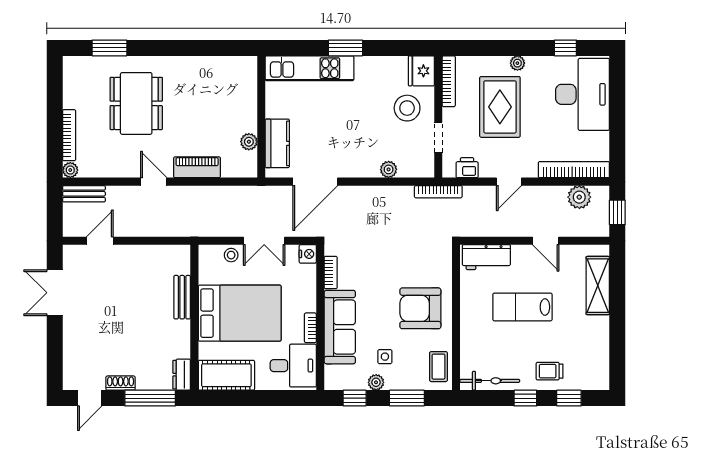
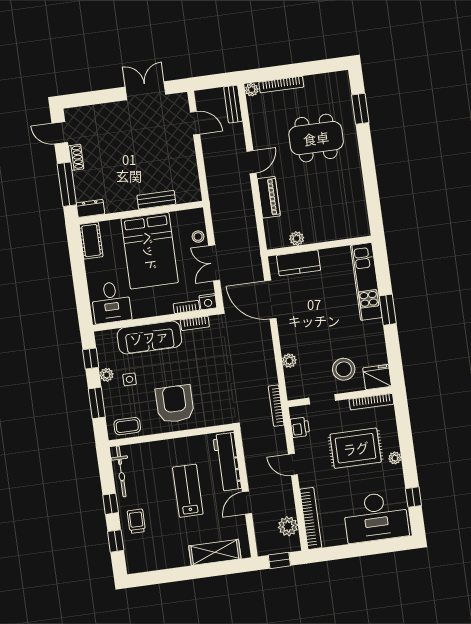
workbench: (486, 257) -> (227, 462), width x1.38
bookcase: (310, 328) -> (186, 307), moved
cot: (226, 375) -> (91, 241), width x0.73, depth x0.75

